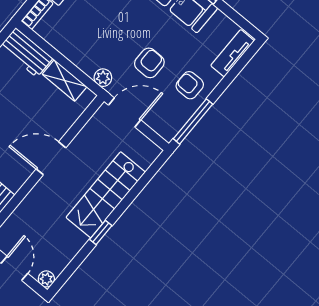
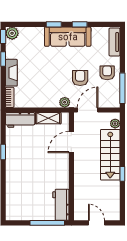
armchair: (190, 85) -> (107, 73), turned 90
door: (51, 158) -> (71, 142), moved
plant: (46, 279) -> (115, 124), moved

